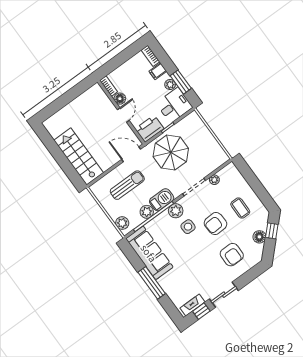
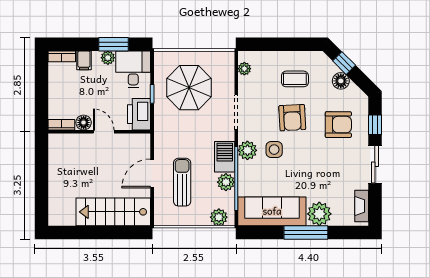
parasol: (171, 153) -> (189, 88), moved
door: (131, 154) -> (152, 173), moved
plant: (214, 180) -> (244, 69), moved
plant: (169, 283) -> (319, 214), added
window: (201, 311) -> (375, 125), moved

